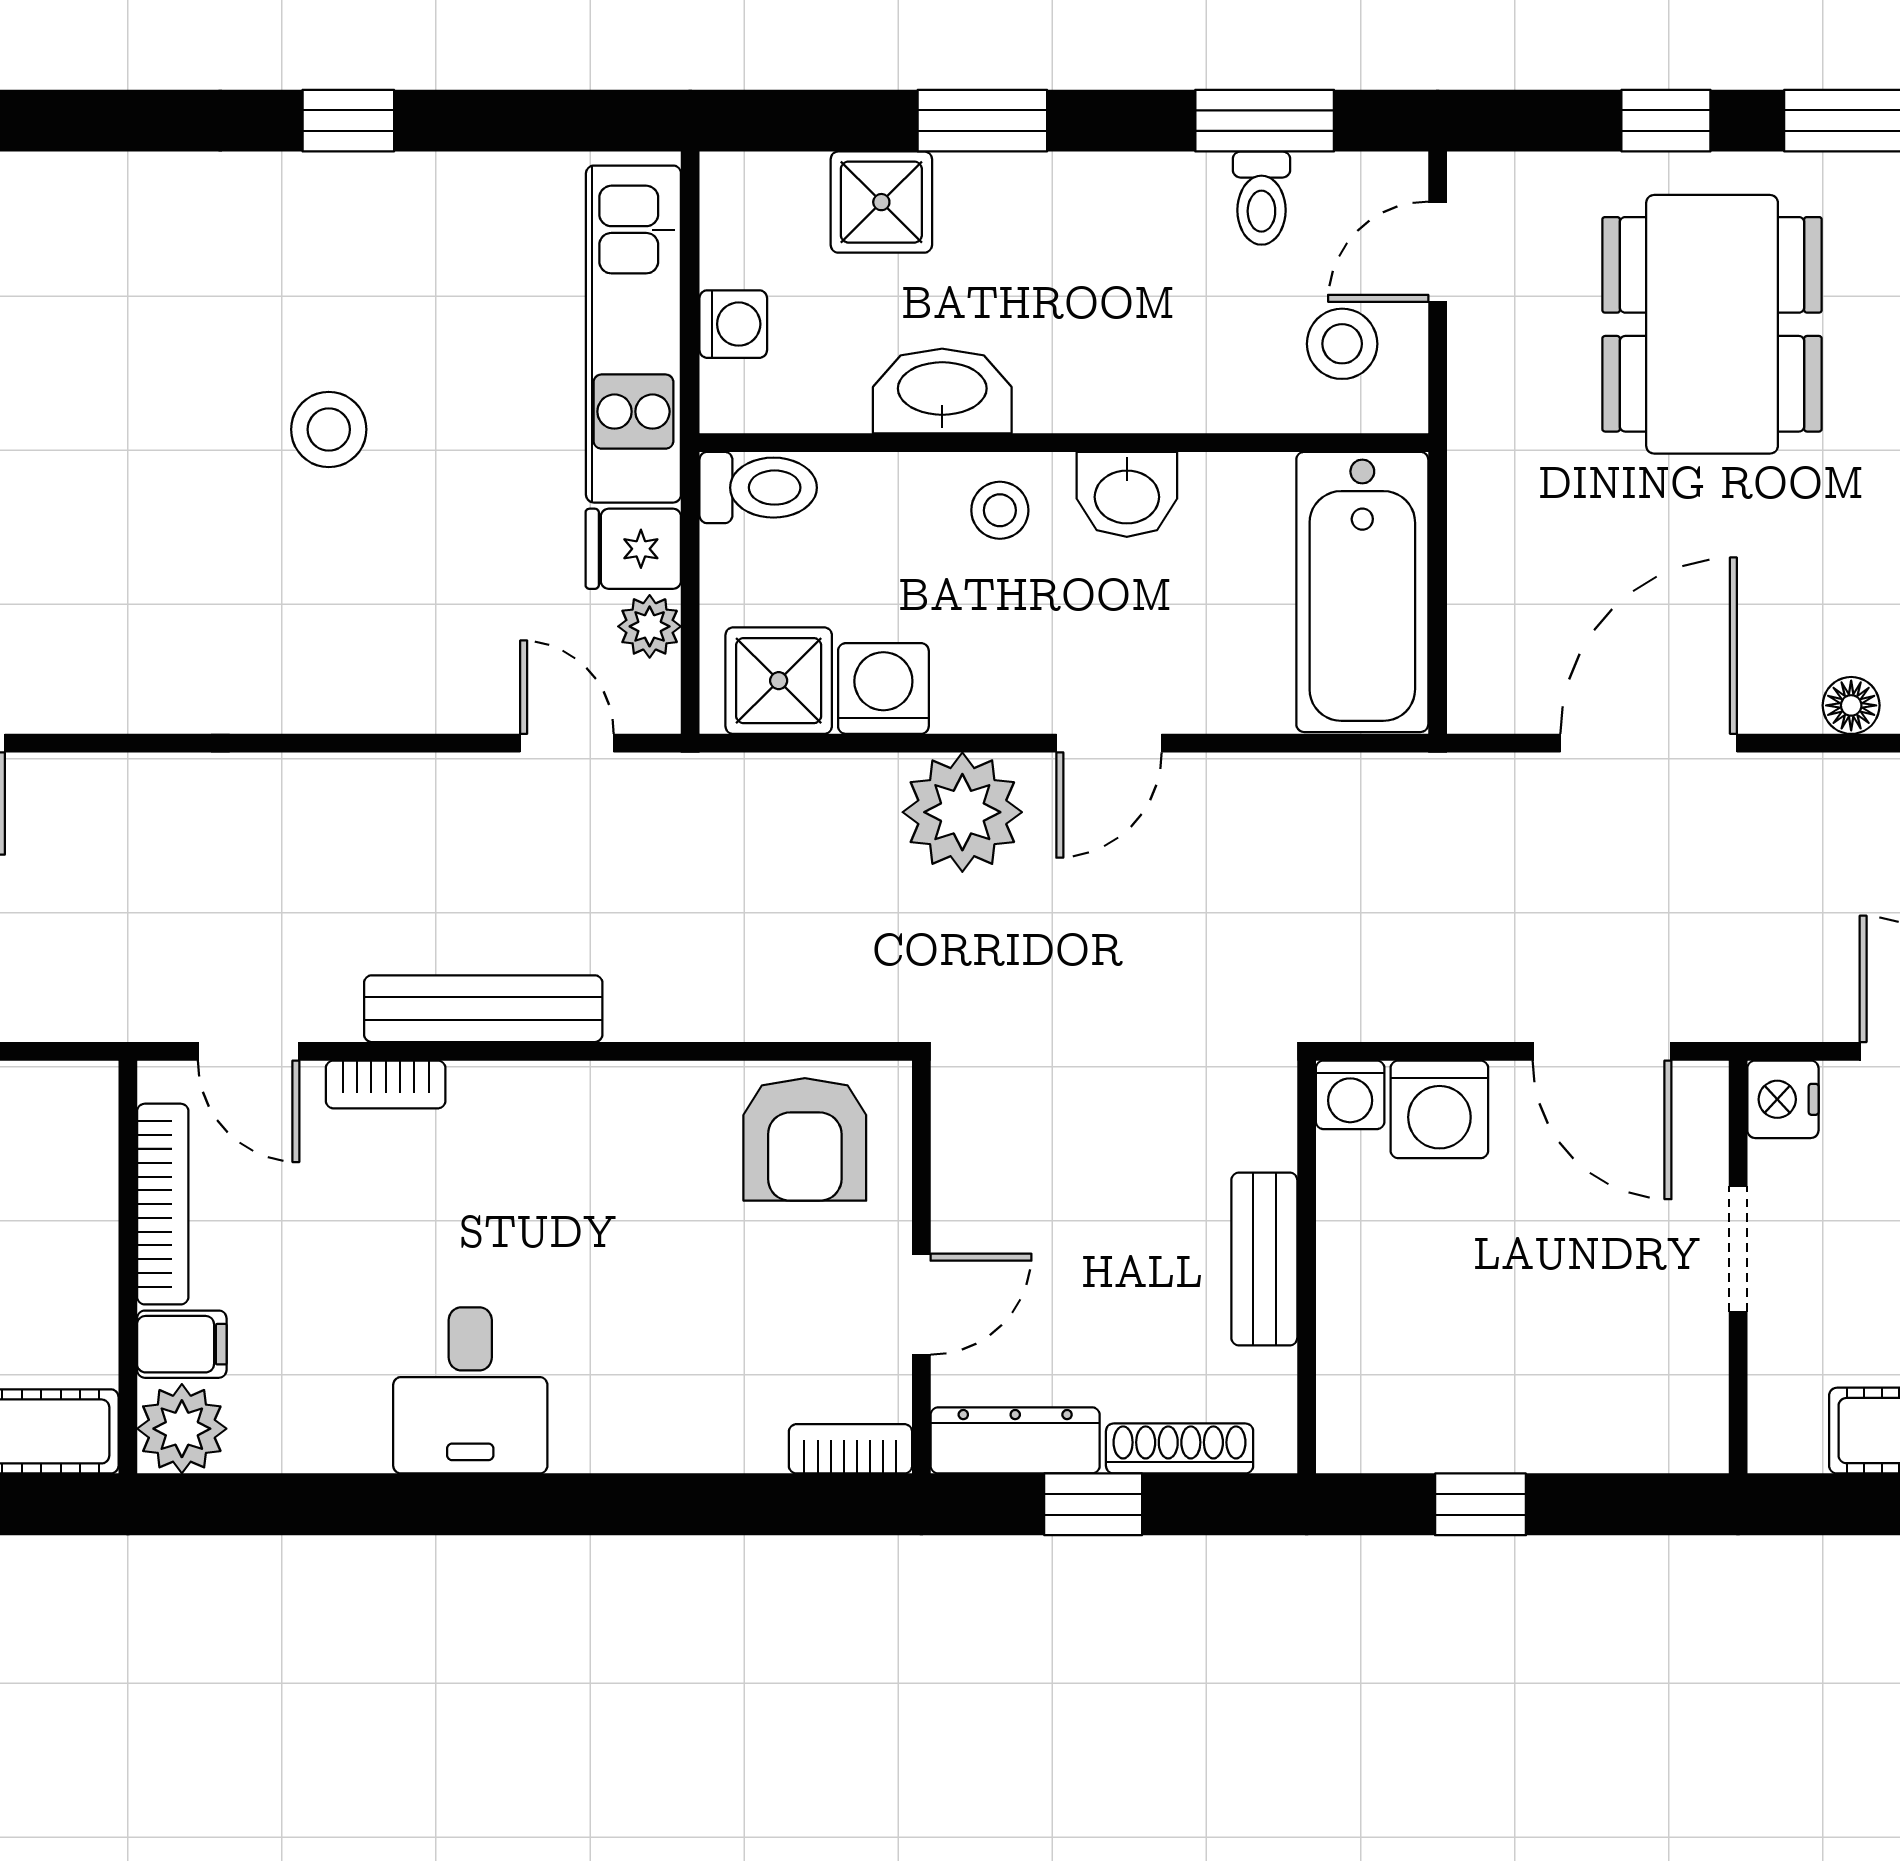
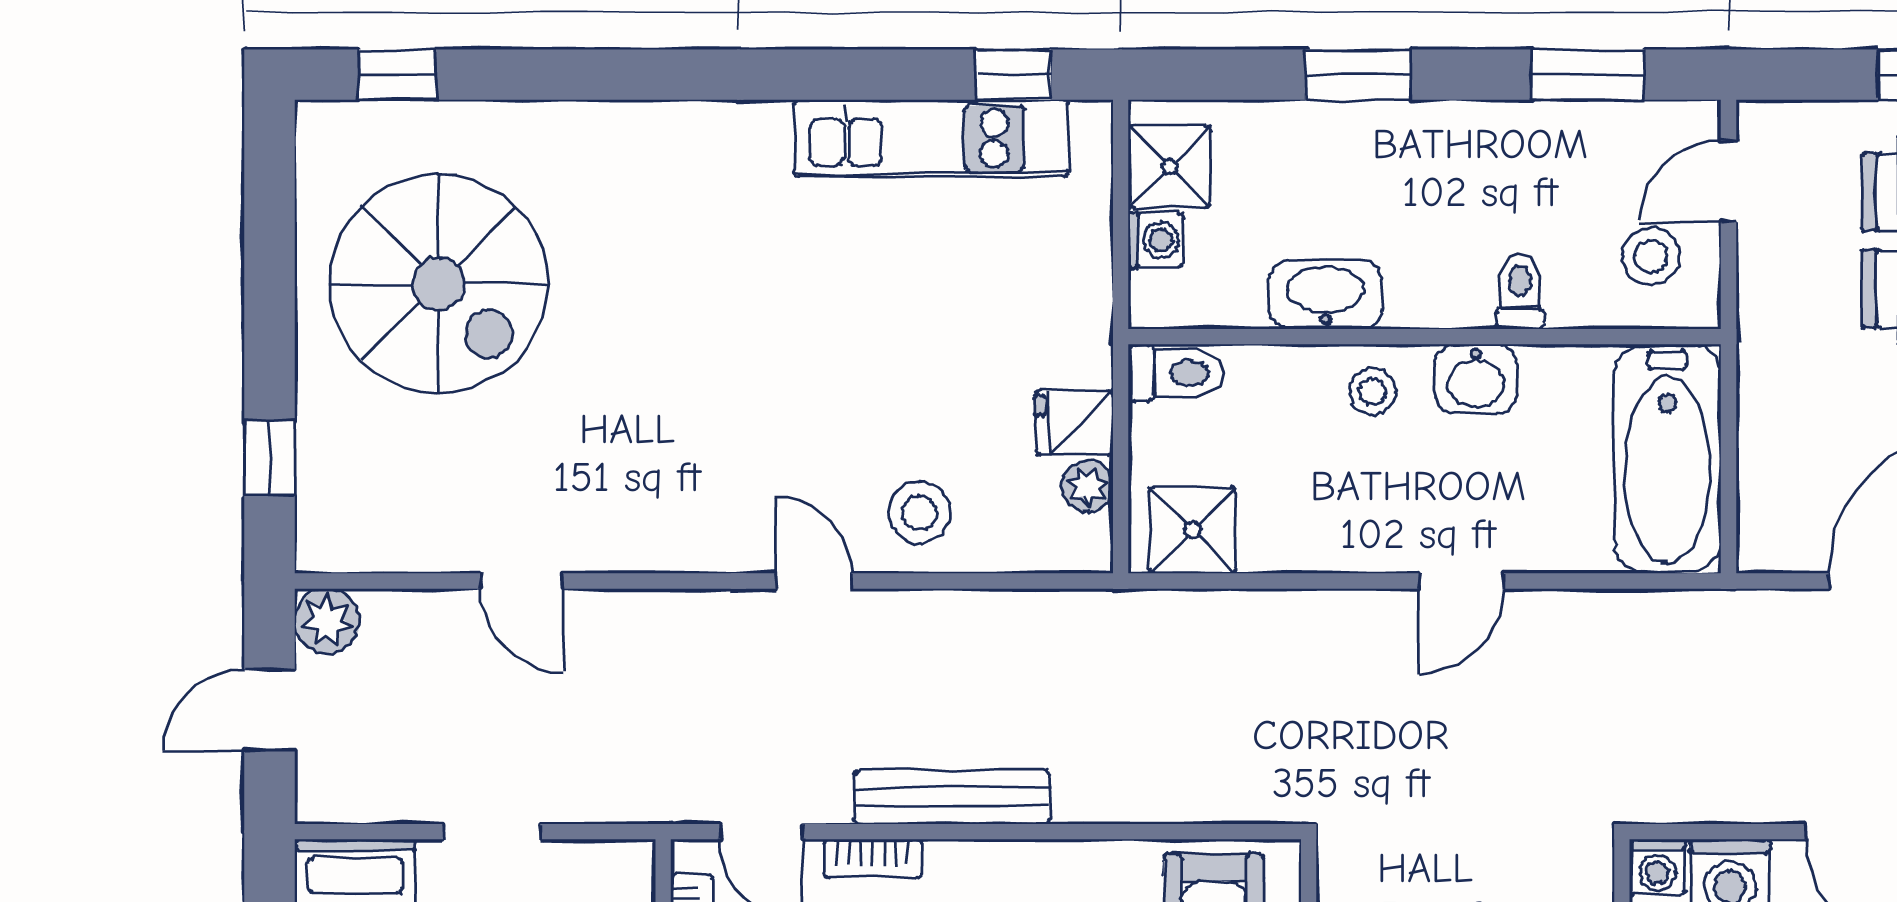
window: (348, 121) -> (1013, 75), moved
toilet: (1261, 198) -> (1520, 291), moved, turned 180
shower: (881, 202) -> (1169, 166), moved
kitchen unit: (633, 334) -> (931, 138), moved, turned -90
stool: (329, 429) -> (919, 513), moved
washing machine: (883, 688) -> (1278, 537), removed
door: (567, 743) -> (814, 581), moved
plant: (962, 812) -> (1342, 637), removed

